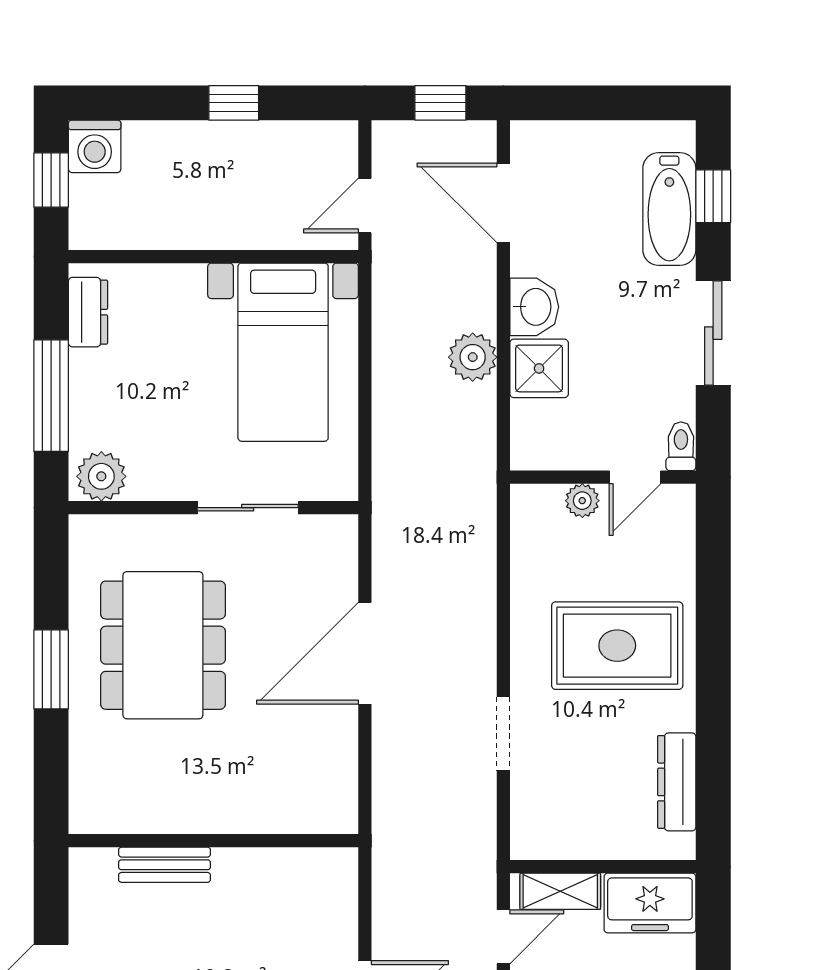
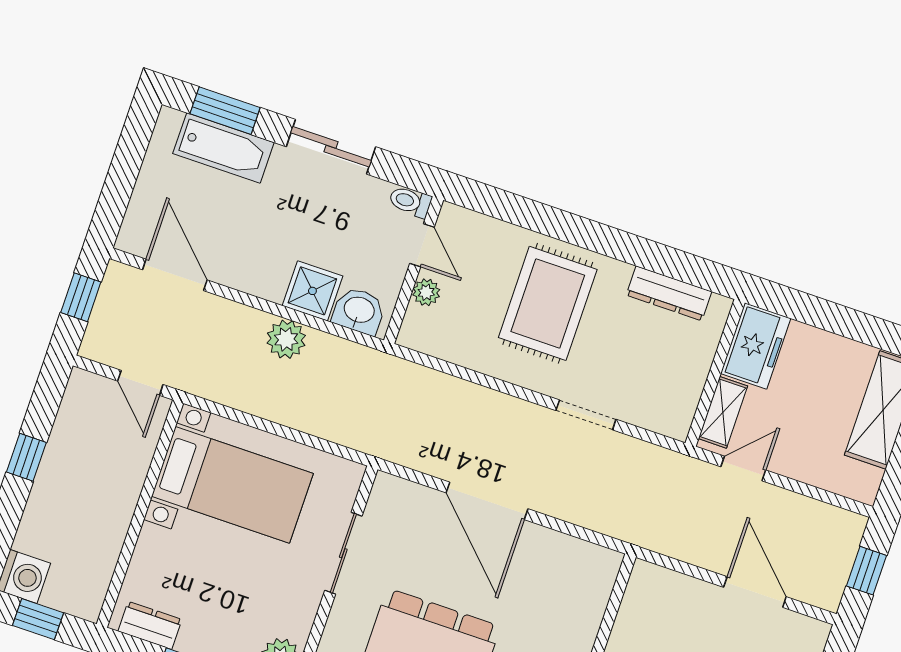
window: (713, 196) -> (225, 111), width x1.50
door: (503, 203) -> (175, 275), swing flipped
washbasin: (534, 307) -> (359, 311), moved
door: (503, 937) -> (743, 468), hinge flipped

